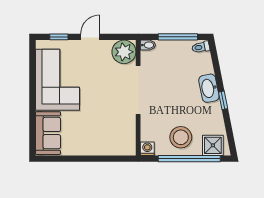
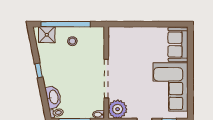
washbasin: (209, 88) -> (53, 97), moved
stool: (181, 137) -> (72, 41), width x0.53, depth x0.53
washing machine: (147, 149) -> (99, 32), removed

